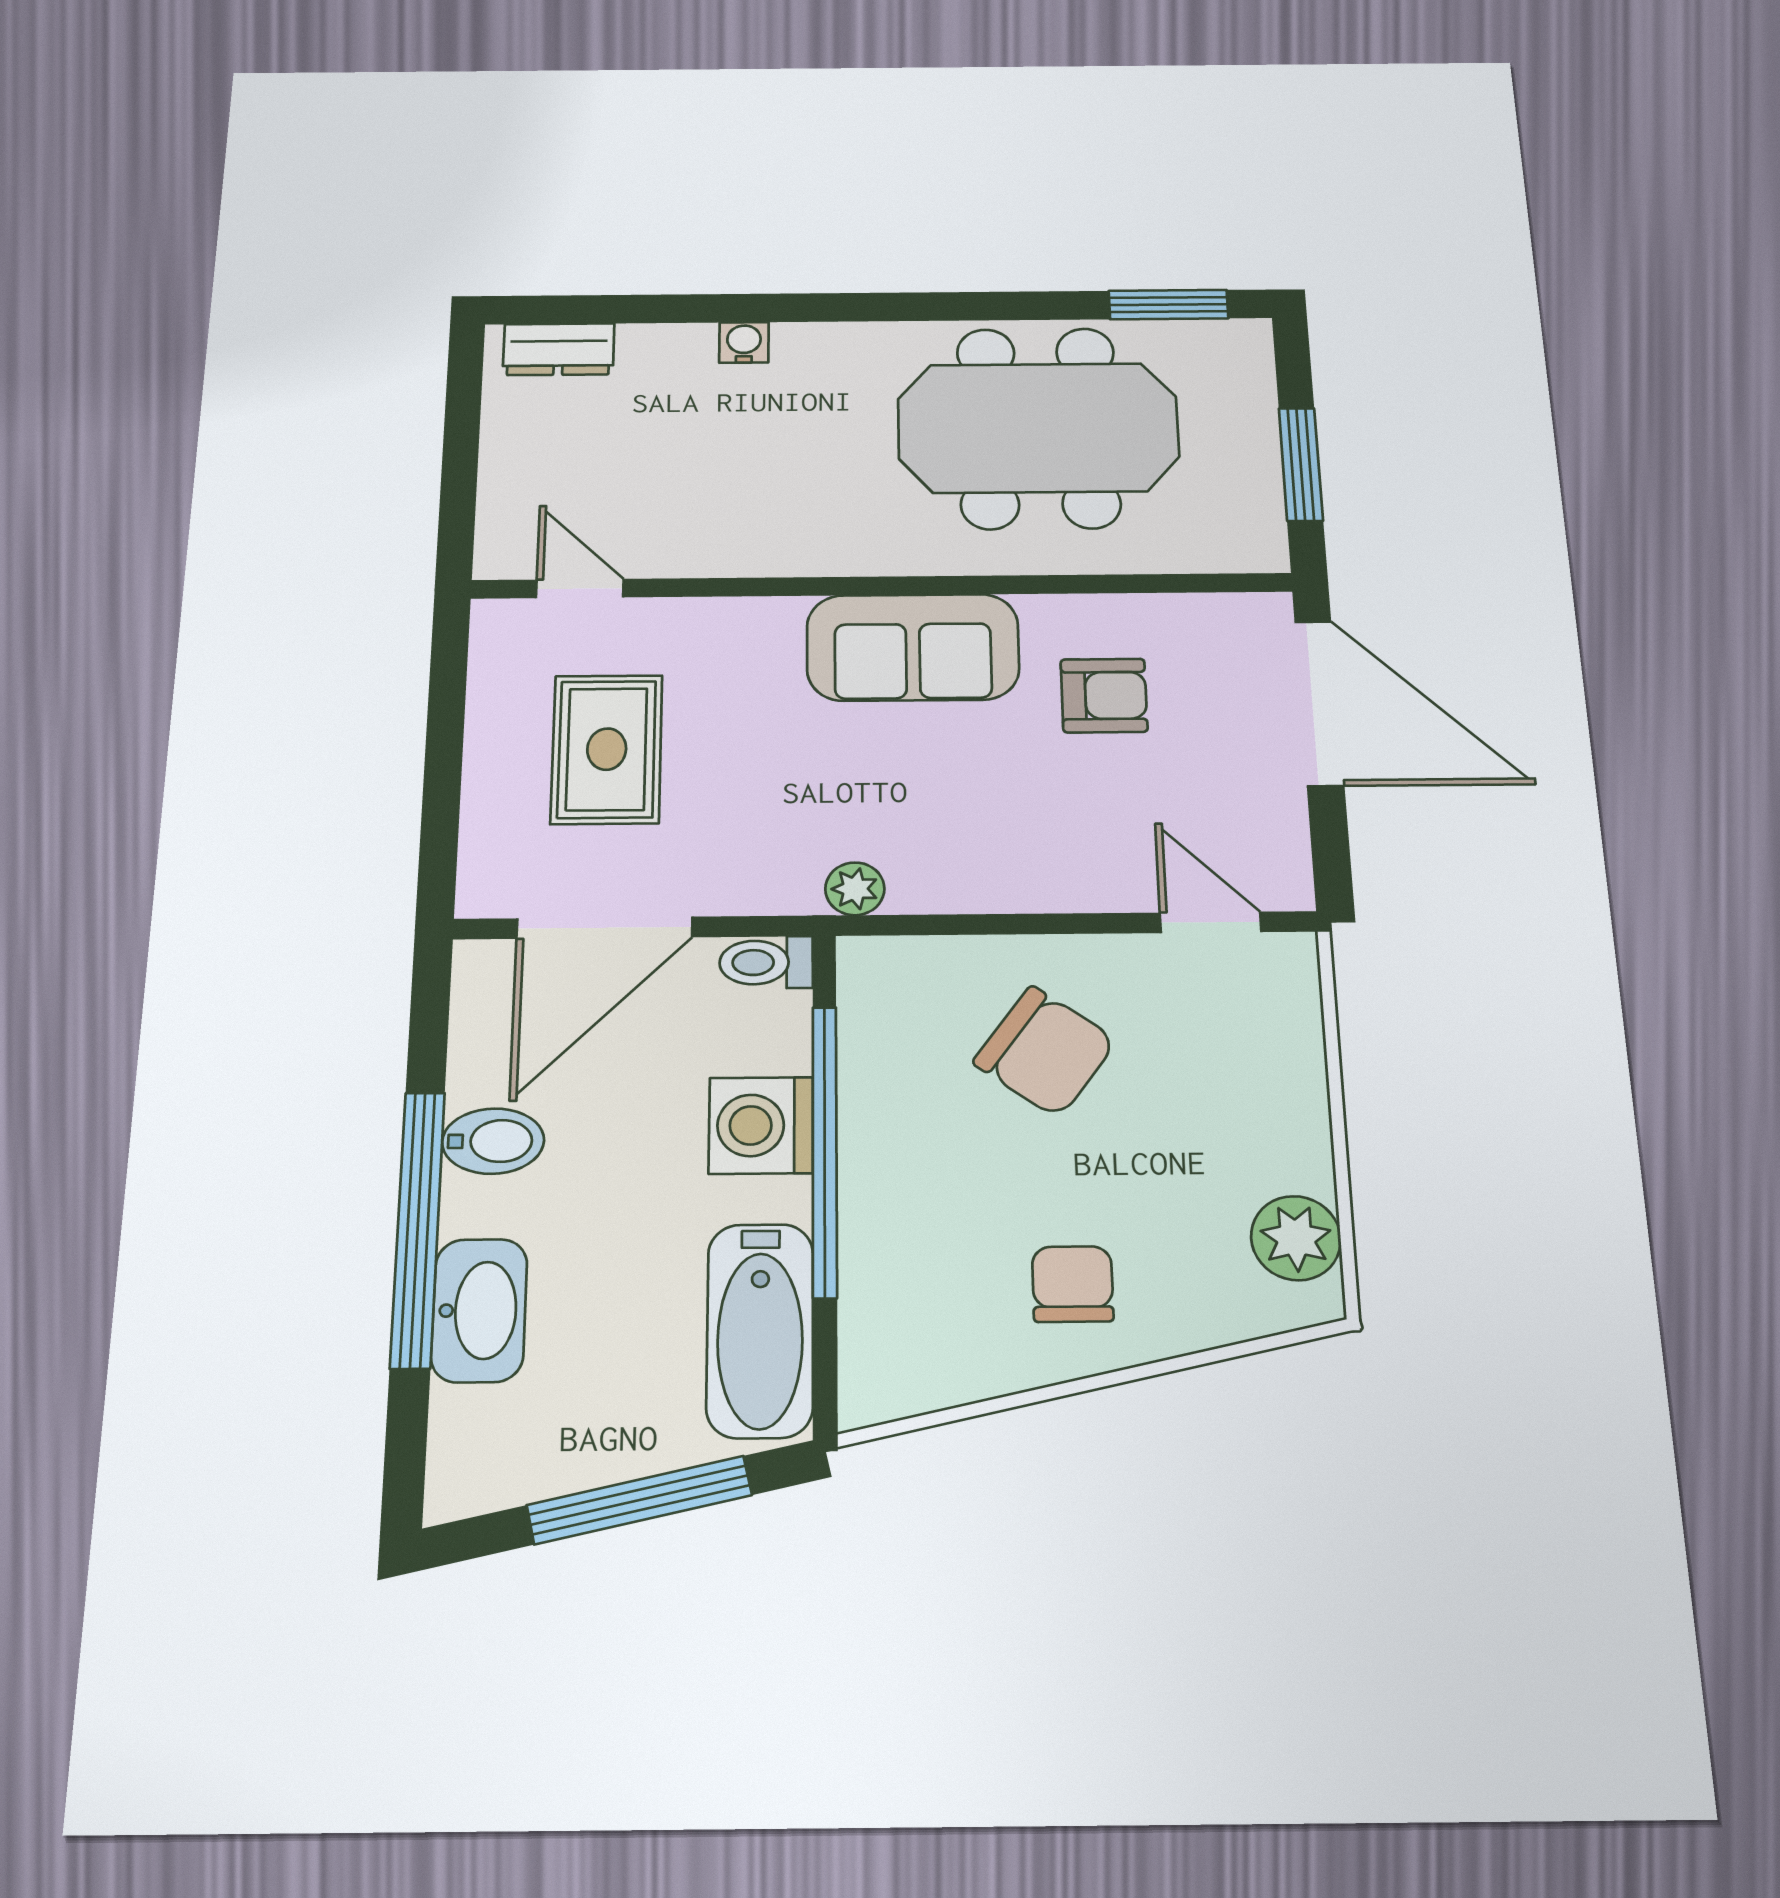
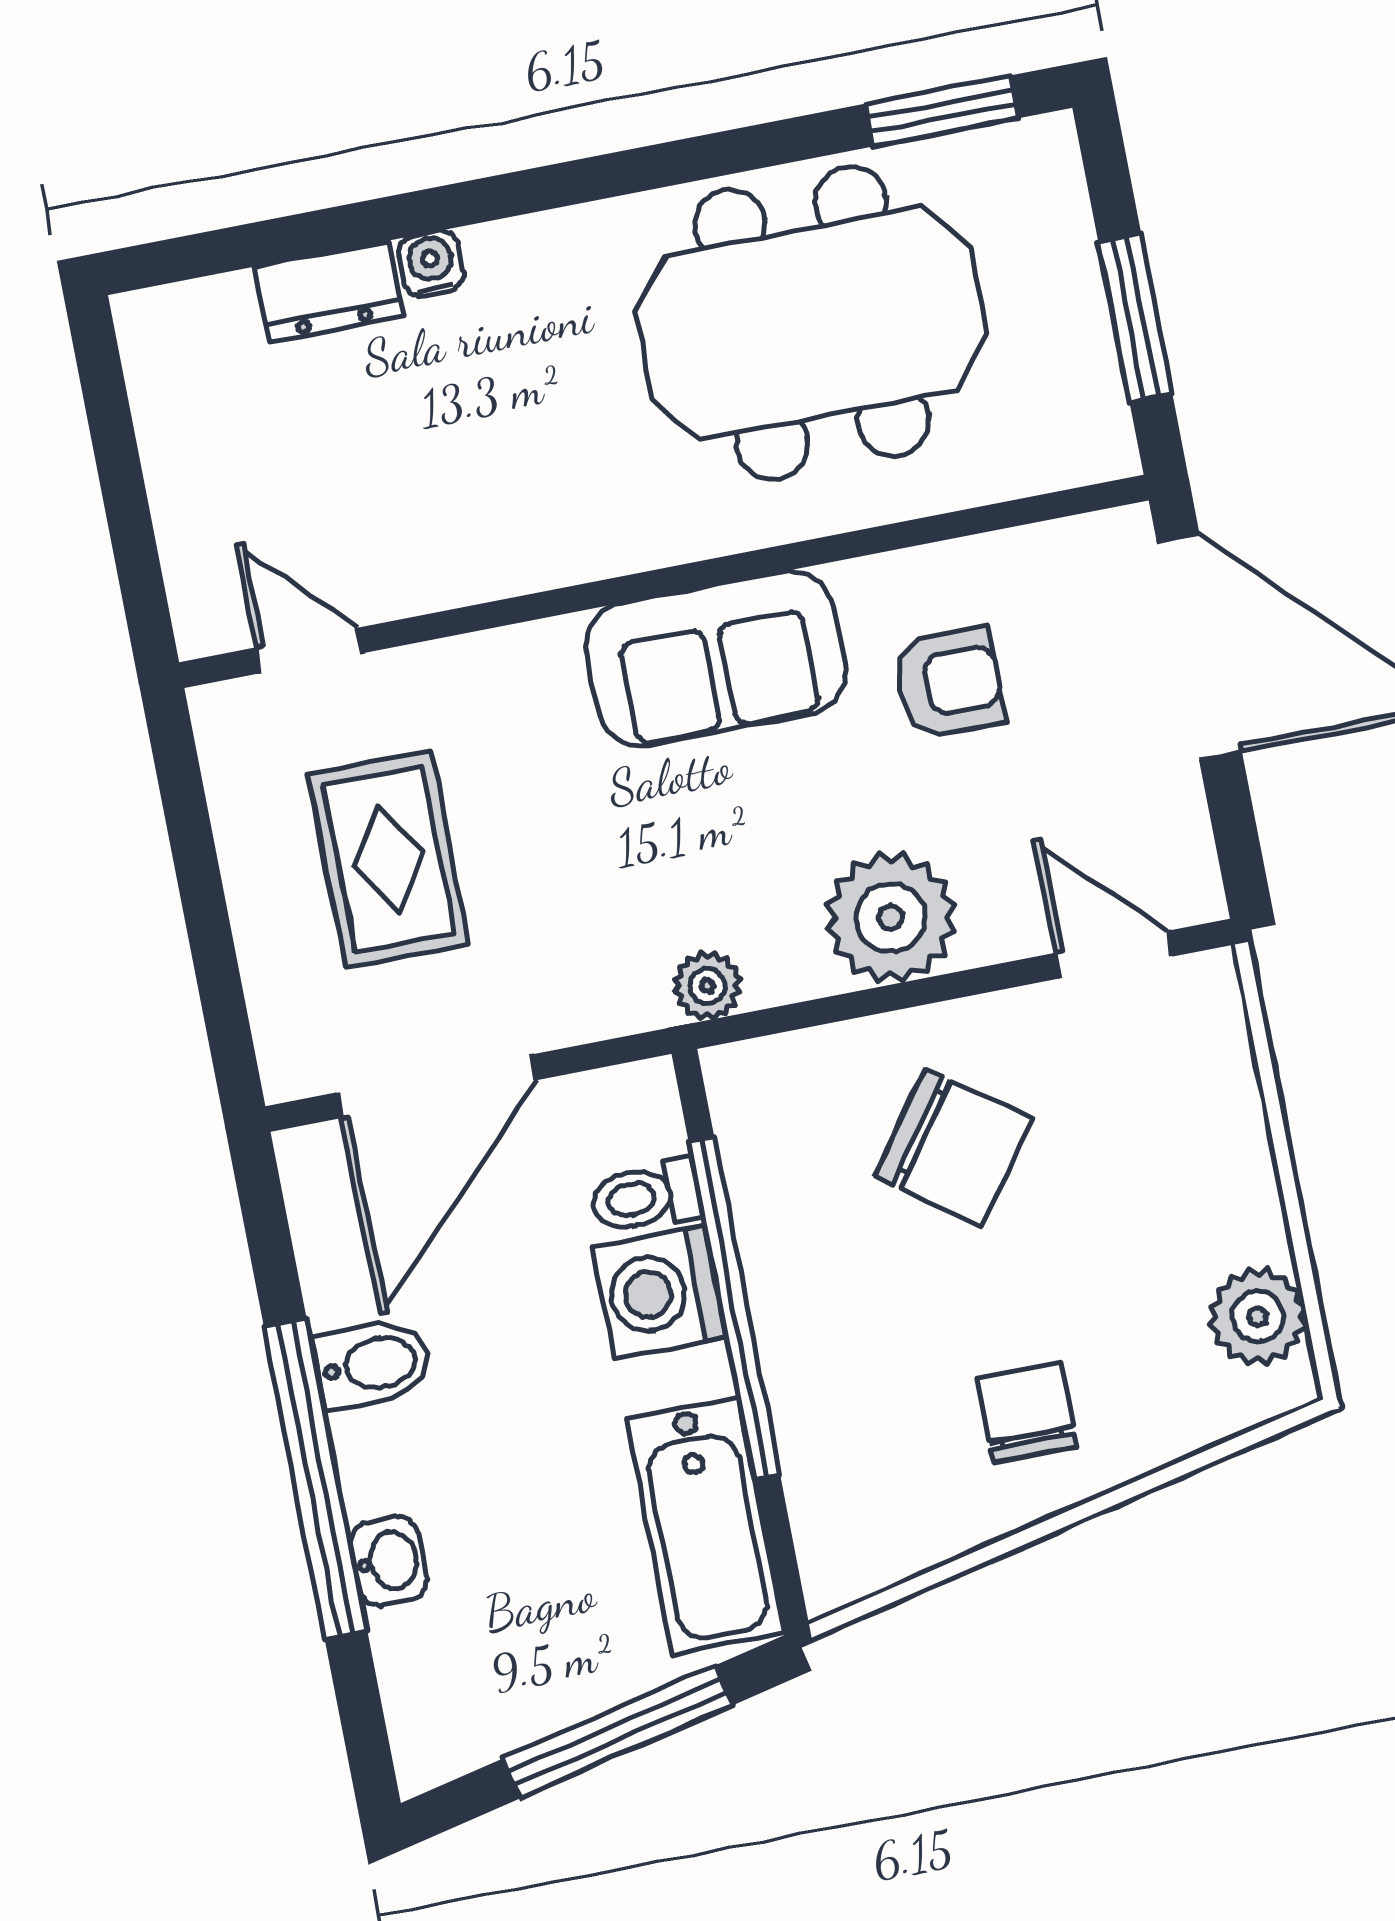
dresser: (559, 349) -> (329, 291), moved
plant: (1023, 862) -> (891, 918), added
toilet: (766, 962) -> (646, 1196), moved
washbasin: (479, 1310) -> (389, 1561), width x0.52, depth x0.69

